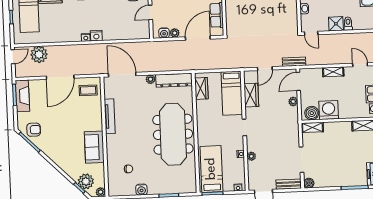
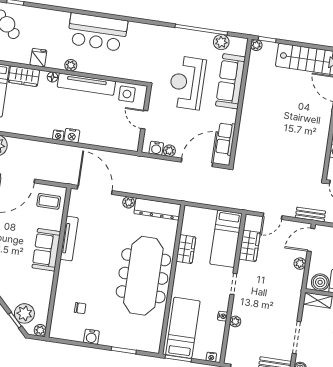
door: (150, 12) -> (144, 120), hinge flipped
wardrobe: (201, 88) -> (186, 249), moved
sofa: (94, 147) -> (46, 250), moved

